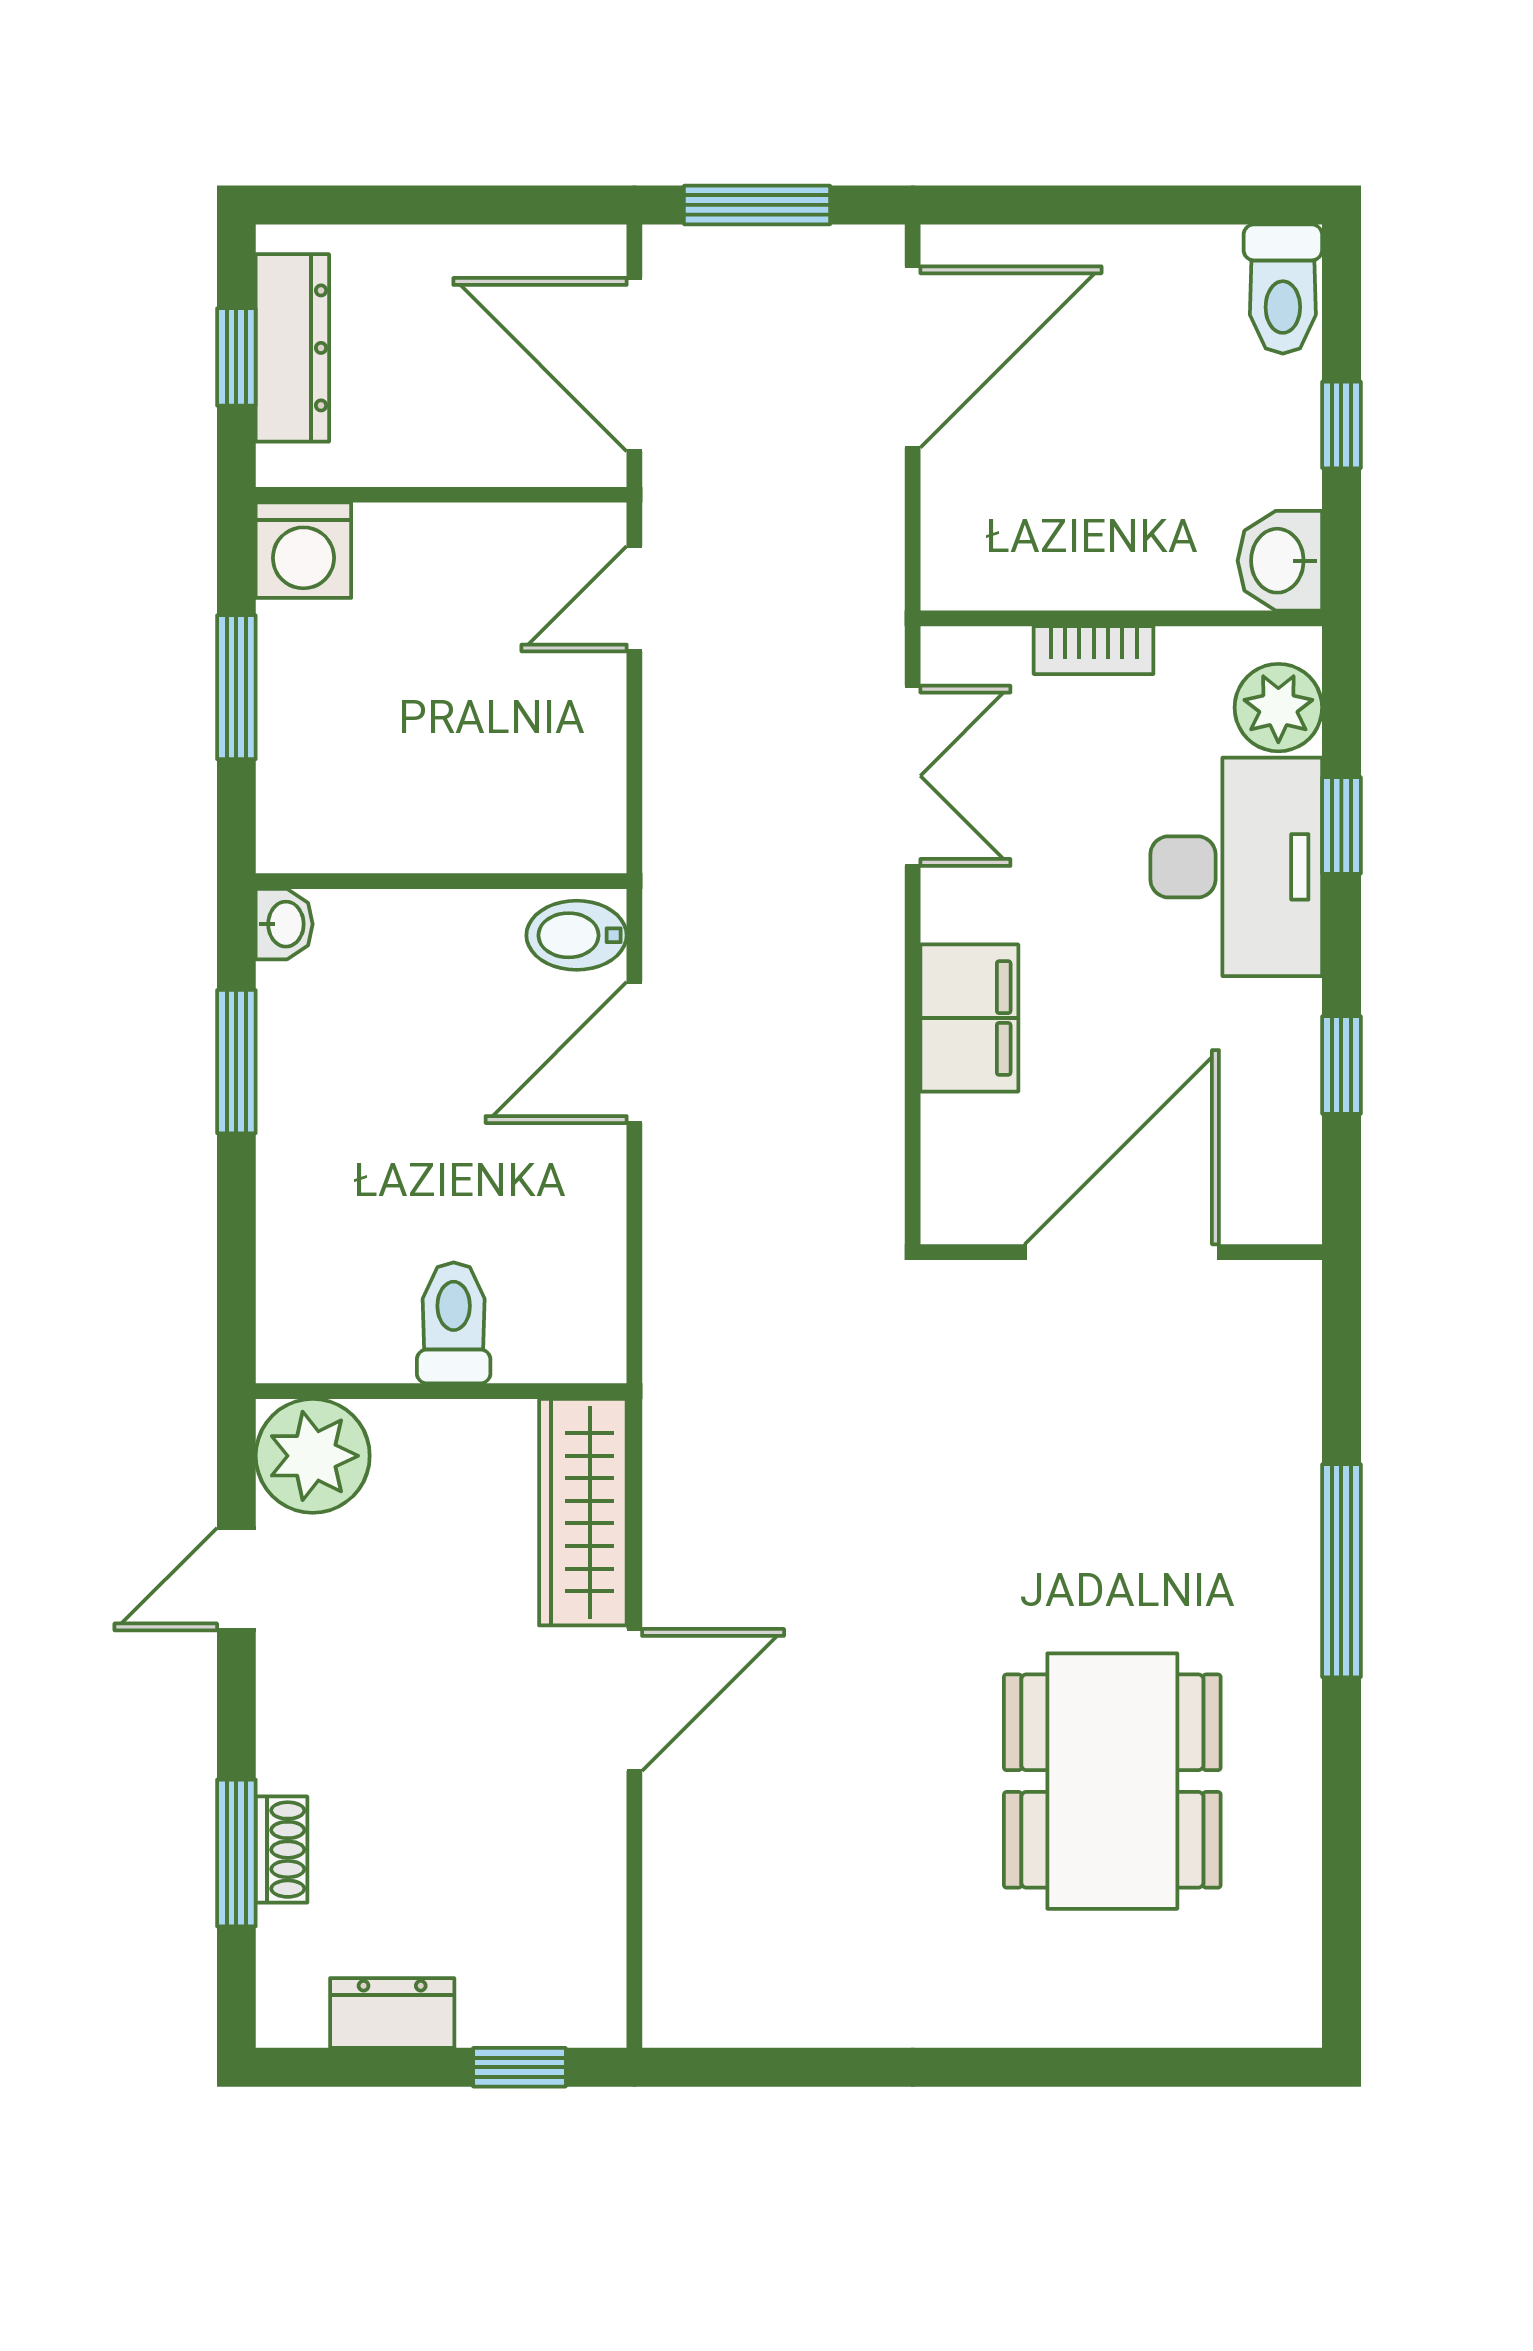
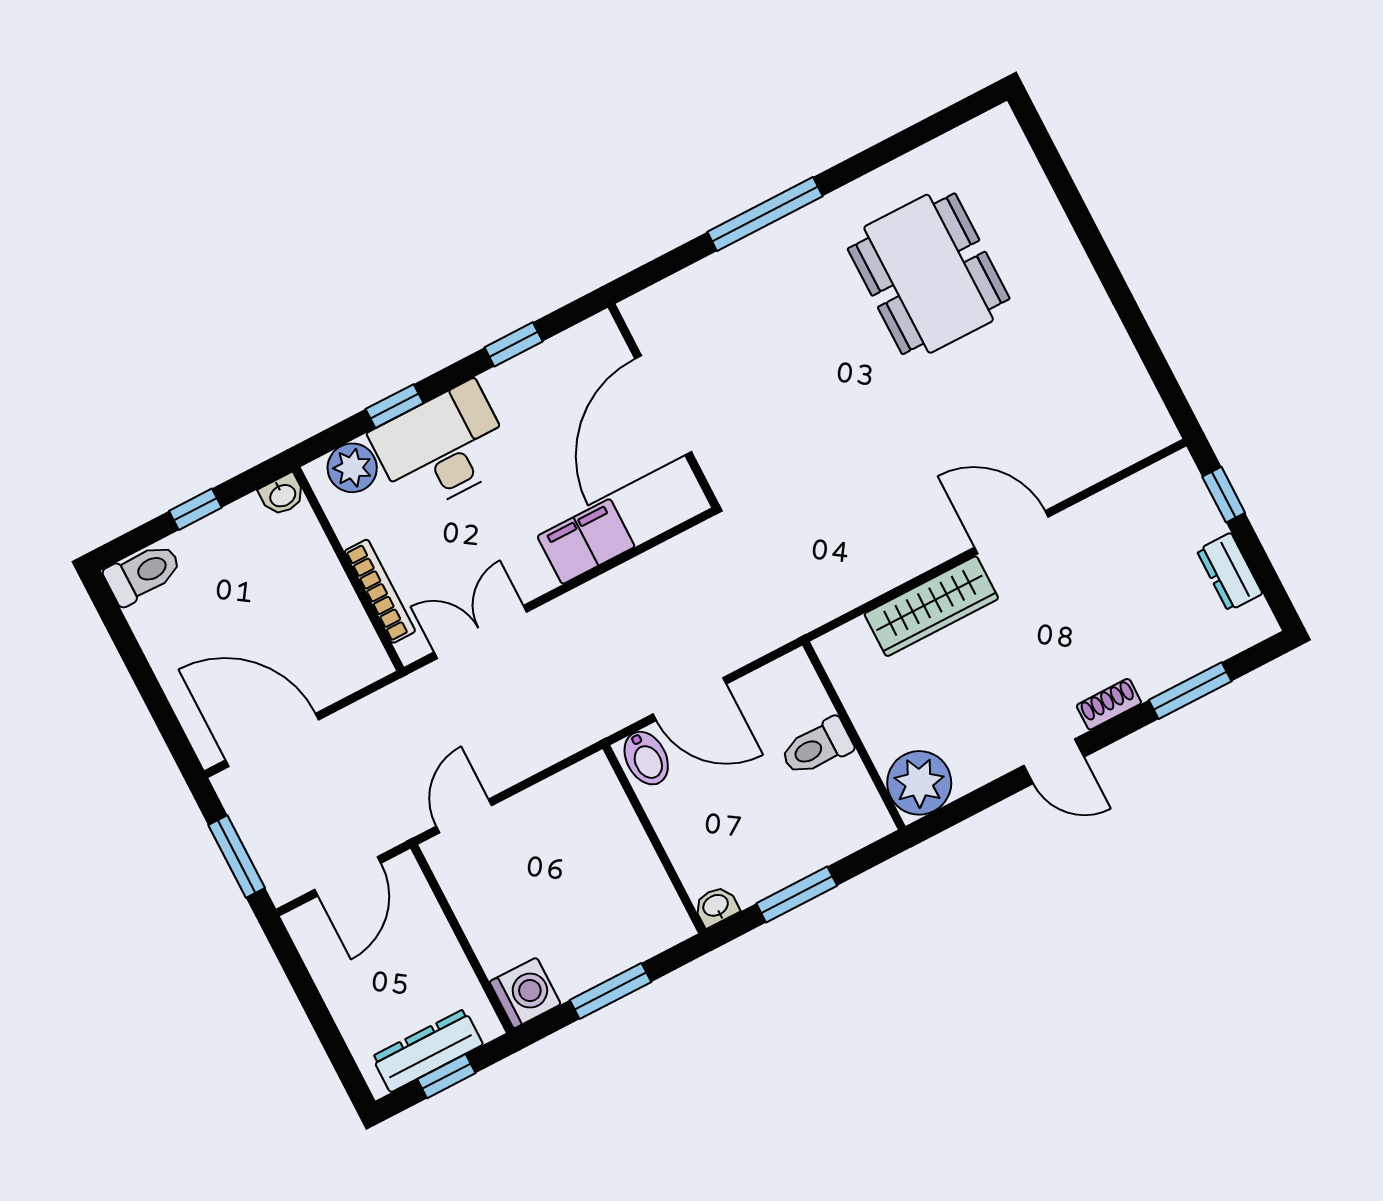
door: (634, 365) -> (348, 876), width x0.73
washbasin: (1280, 561) -> (282, 495), width x0.72, depth x0.69
door: (634, 599) -> (464, 816), swing flipped
bookcase: (1094, 650) -> (380, 591), width x1.56
door: (1122, 1252) -> (663, 405), hinge flipped
toilet: (454, 1323) -> (817, 747), moved
wall: (441, 1391) -> (854, 736), moved
plant: (313, 1456) -> (919, 783), moved
dining table: (1112, 1781) -> (929, 274), turned 90
shoe rack: (282, 1850) -> (1109, 704), moved

